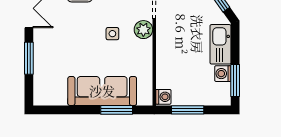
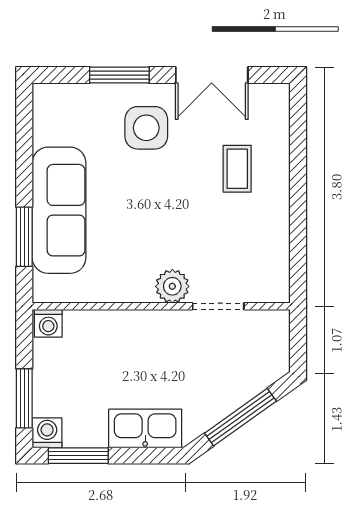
side table: (112, 34) -> (146, 128), moved, width x1.87, depth x1.87
washing machine: (223, 74) -> (47, 433), moved
window: (188, 110) -> (24, 398), moved

